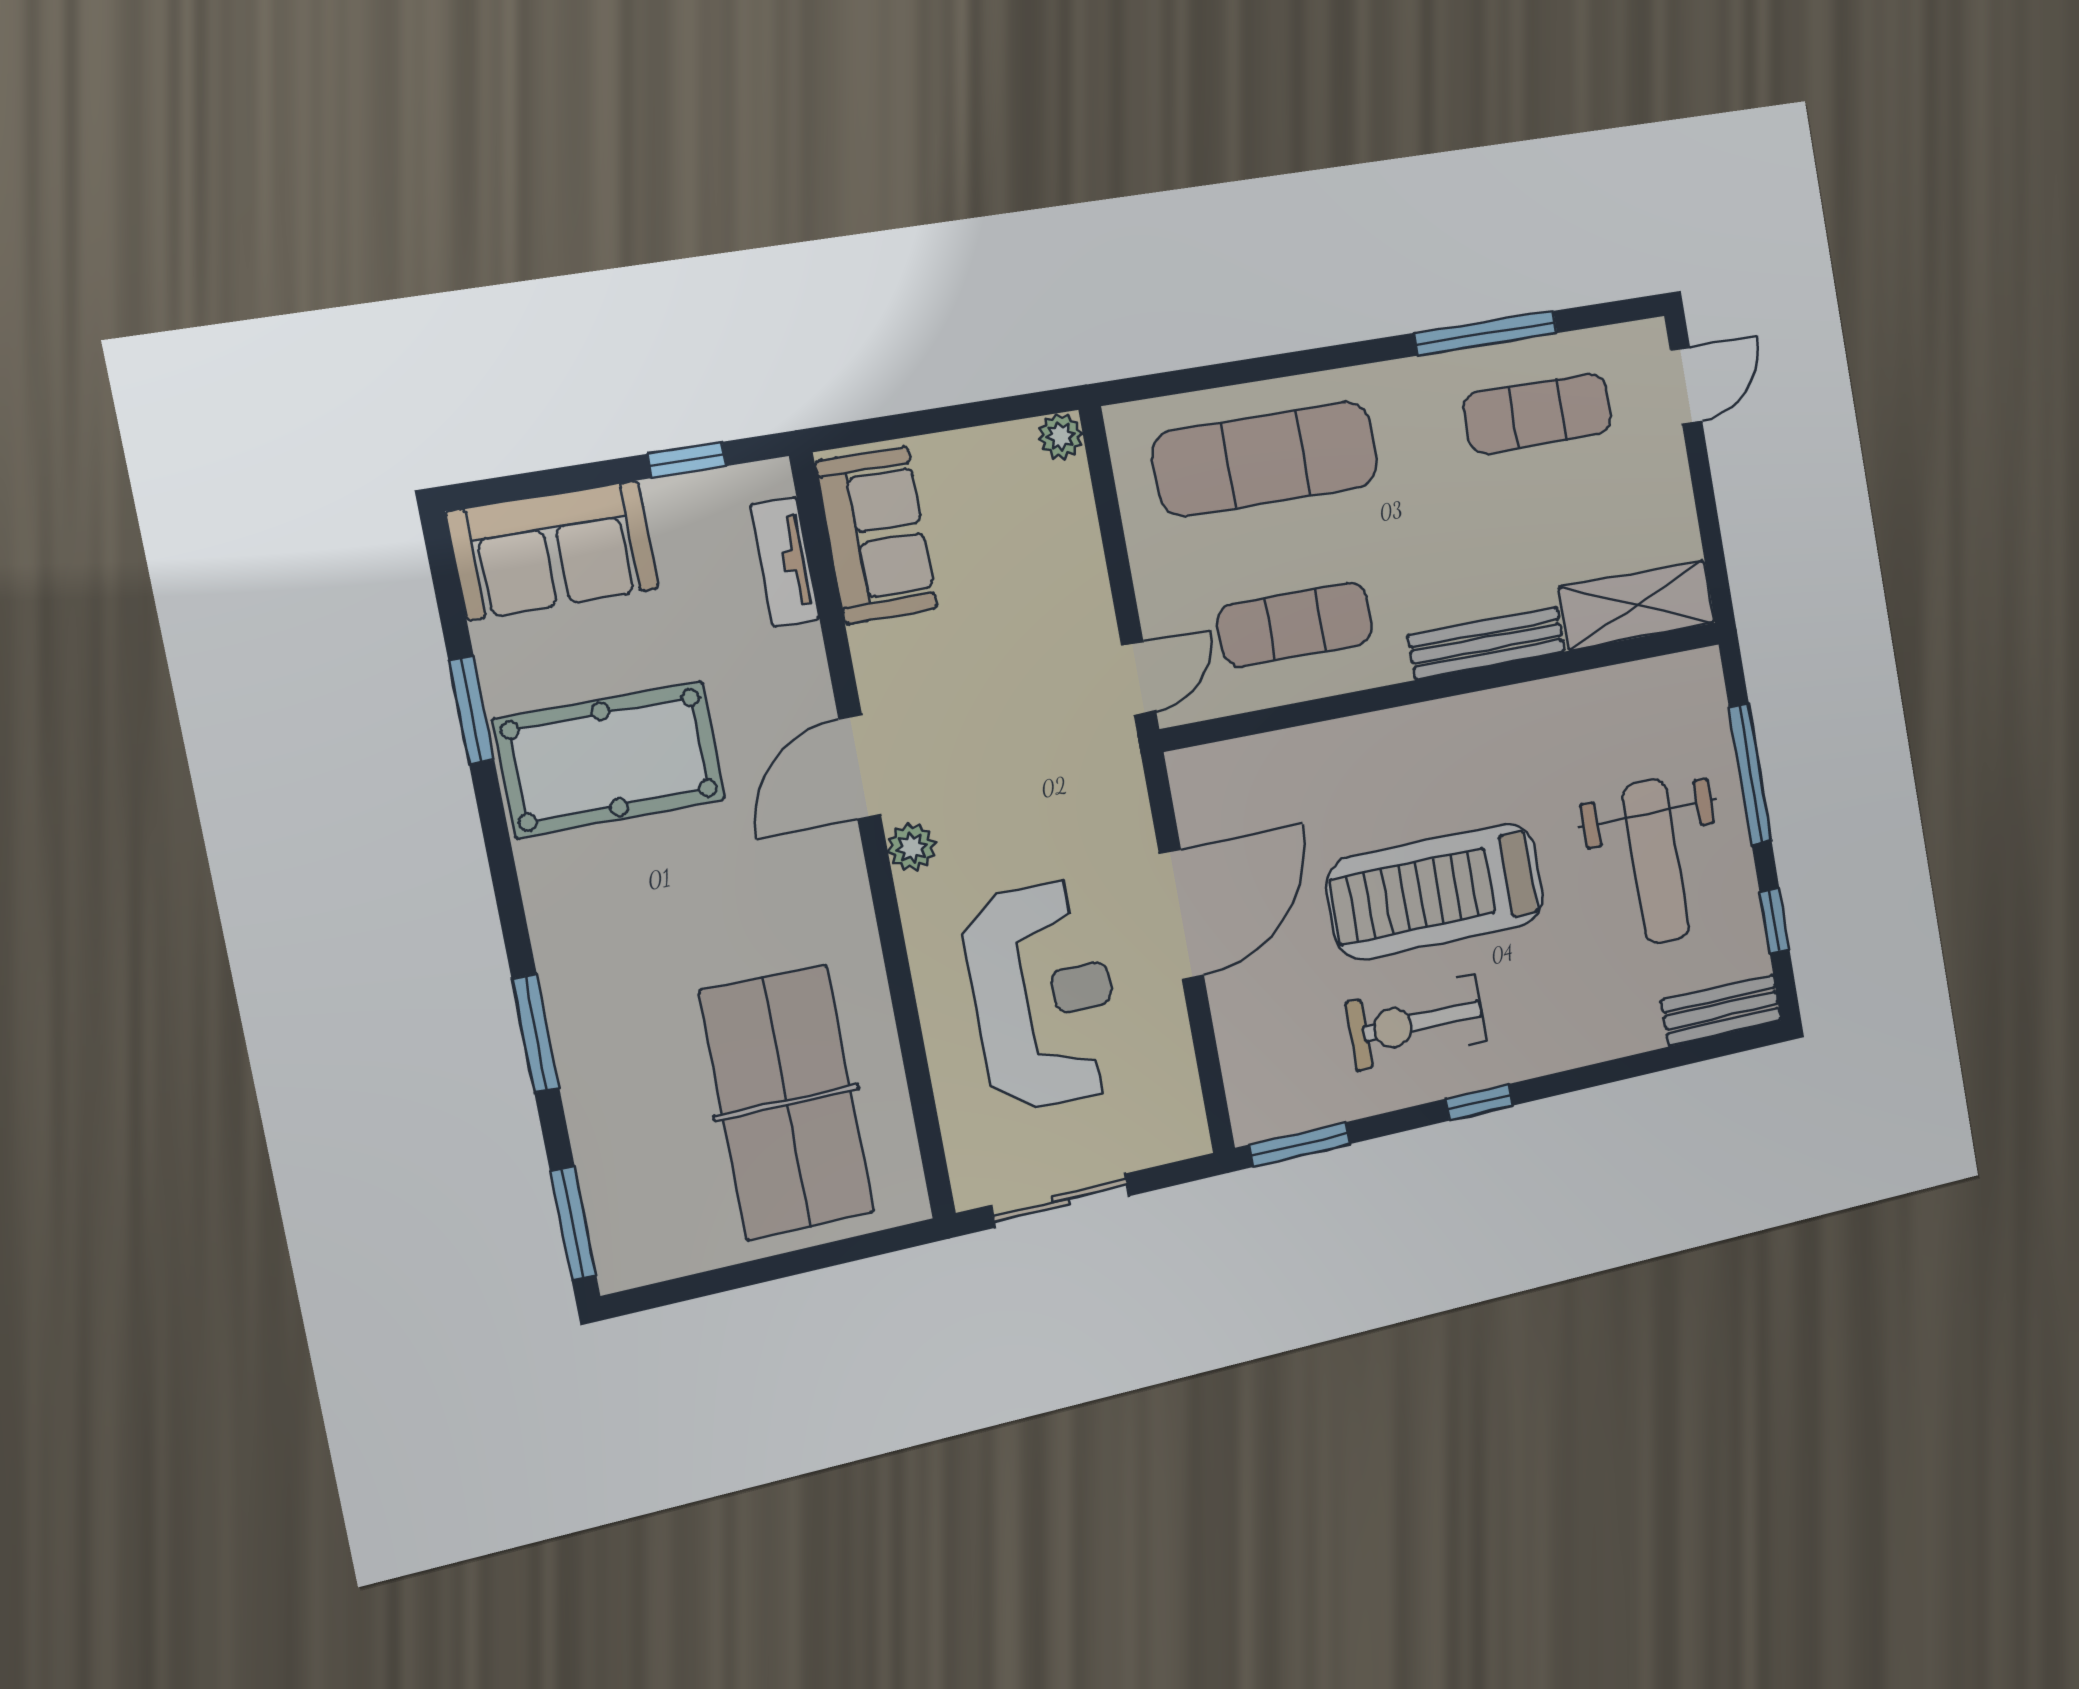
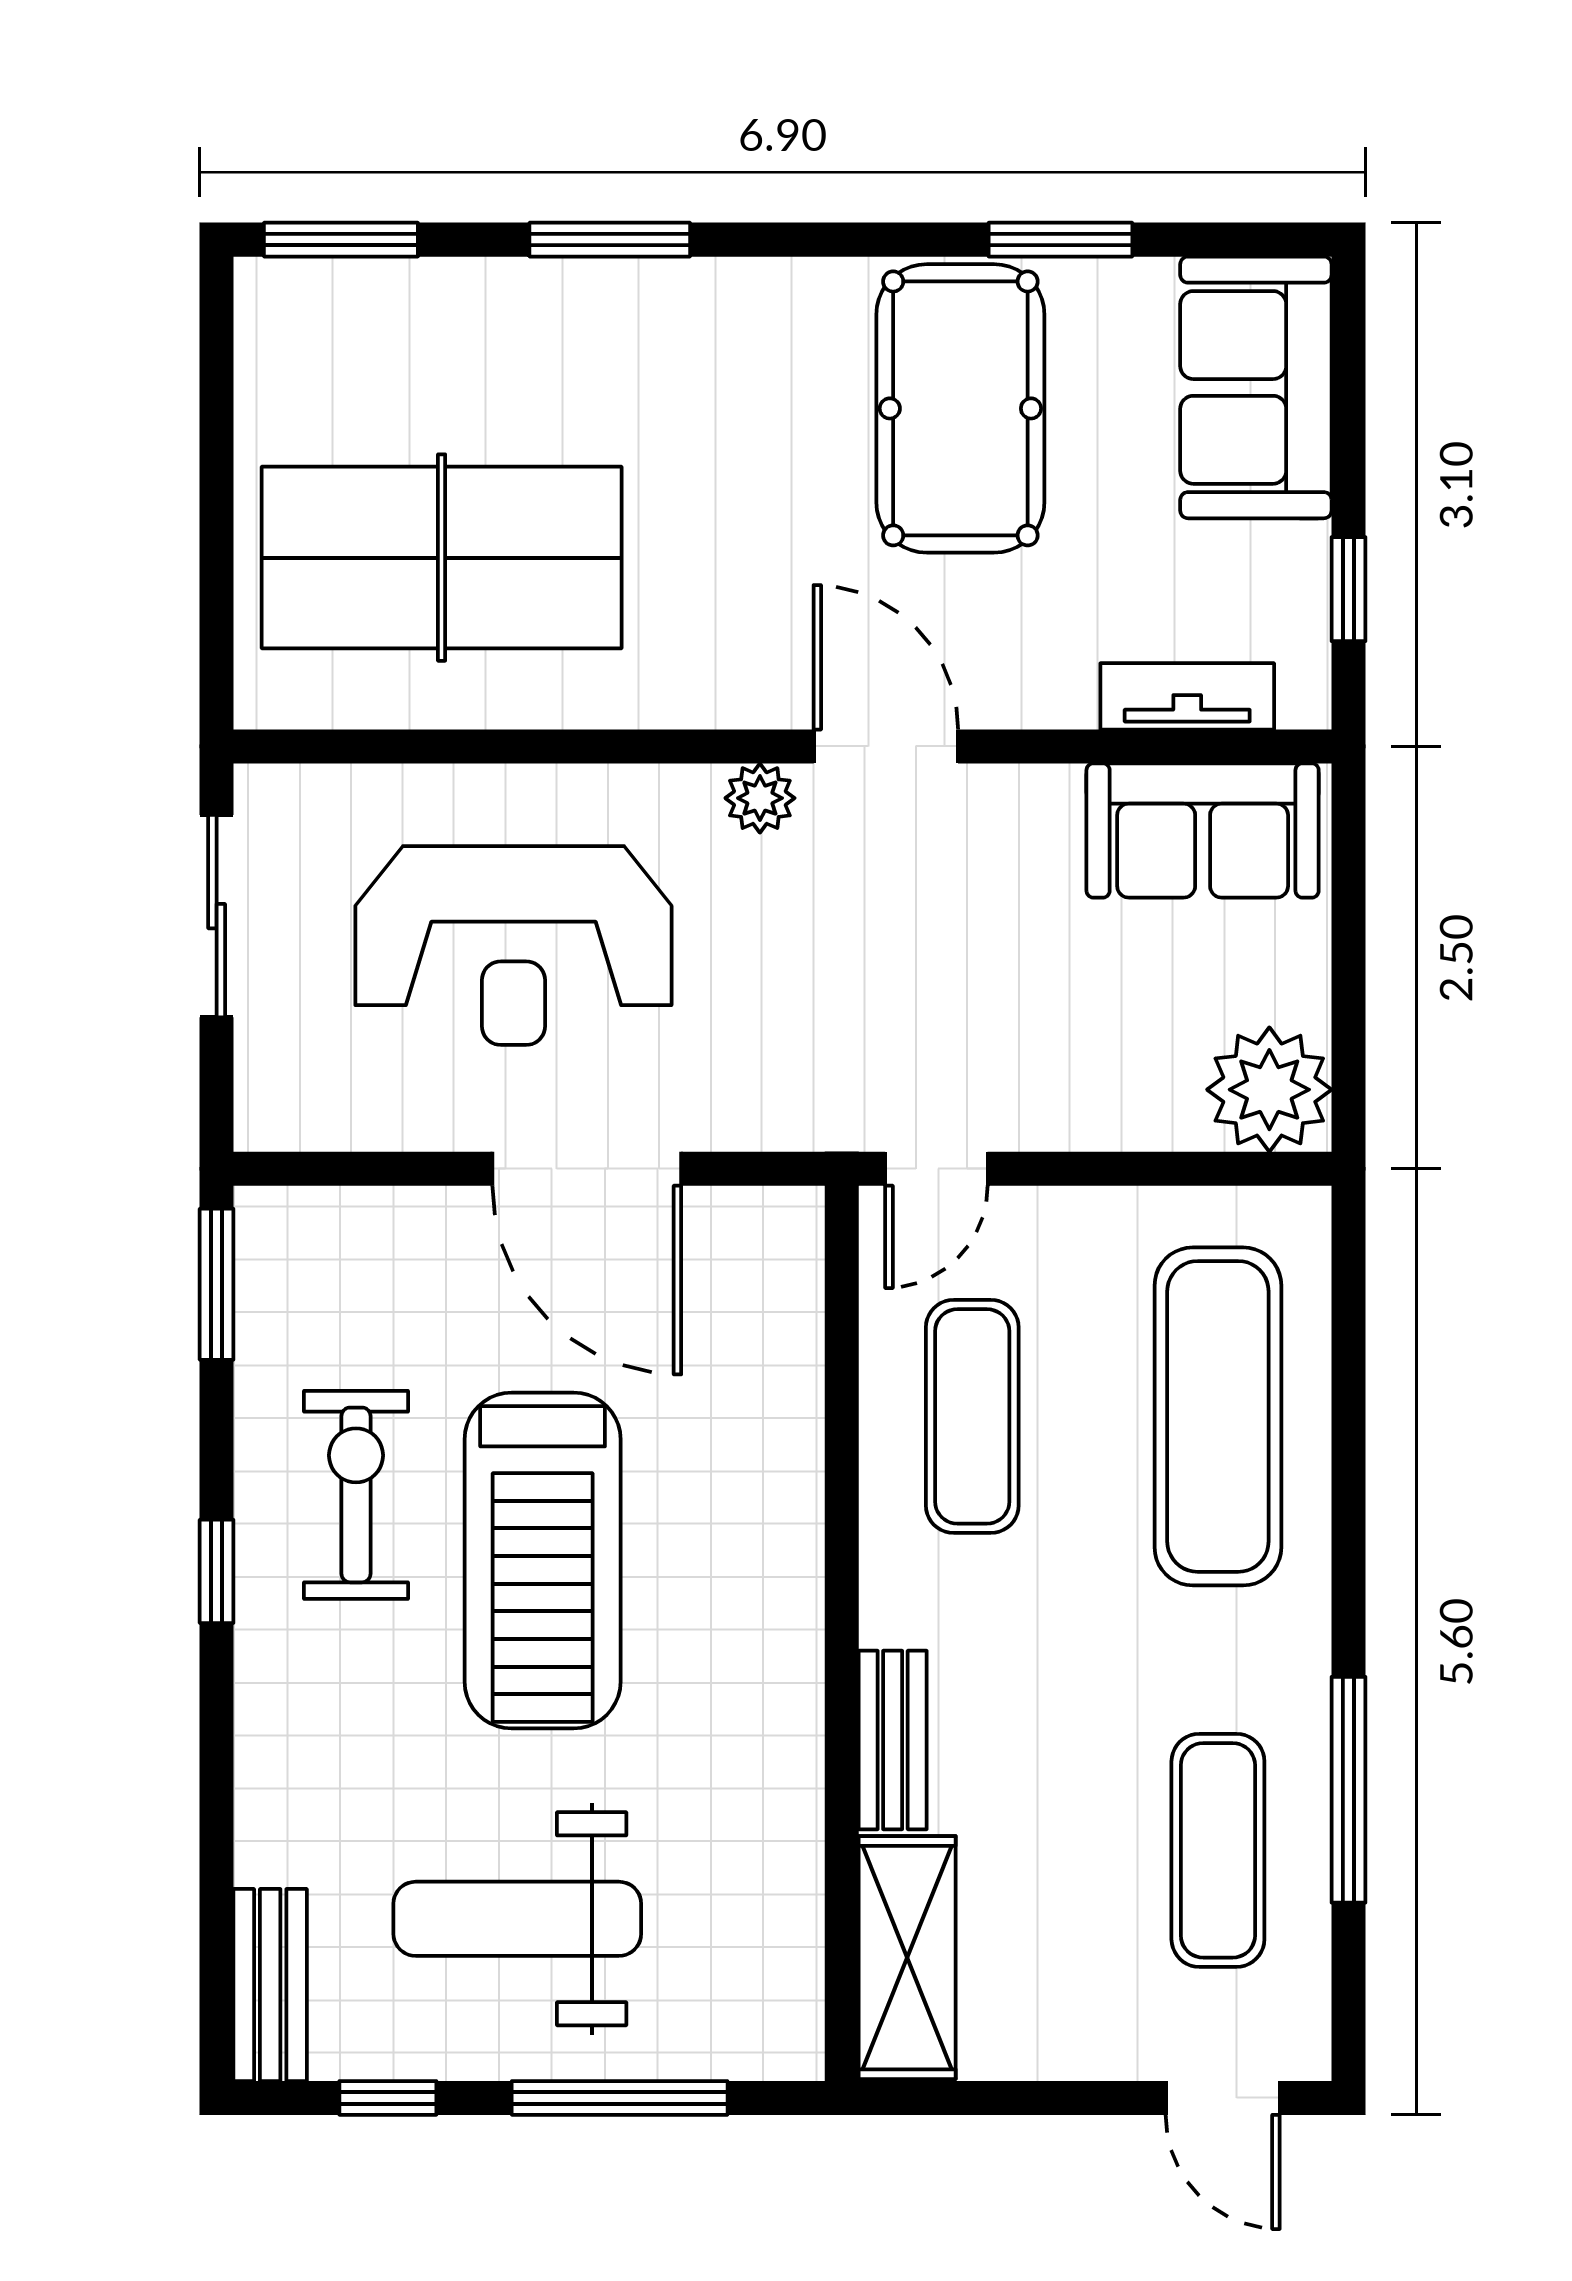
plant: (1060, 436) -> (1269, 1090), width x1.88, depth x1.88
bench: (1487, 643) -> (893, 1740), width x0.73
door: (1139, 678) -> (936, 1169), hinge flipped
treadmill: (1436, 891) -> (543, 1561), turned 180

